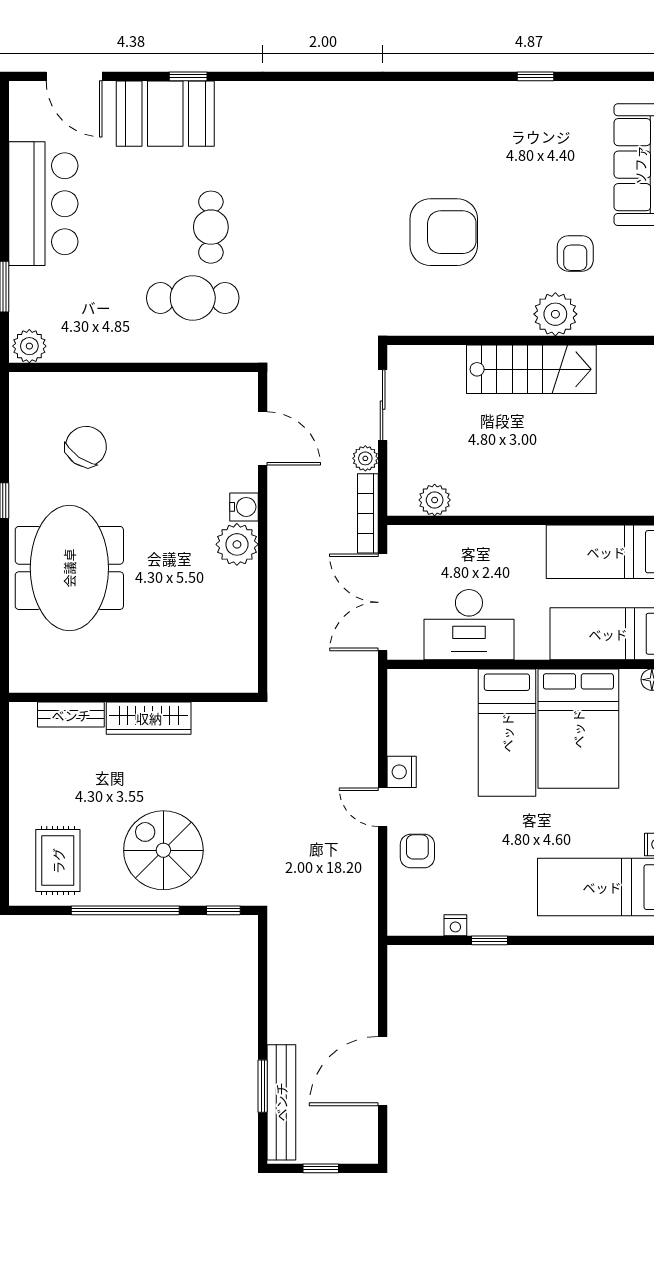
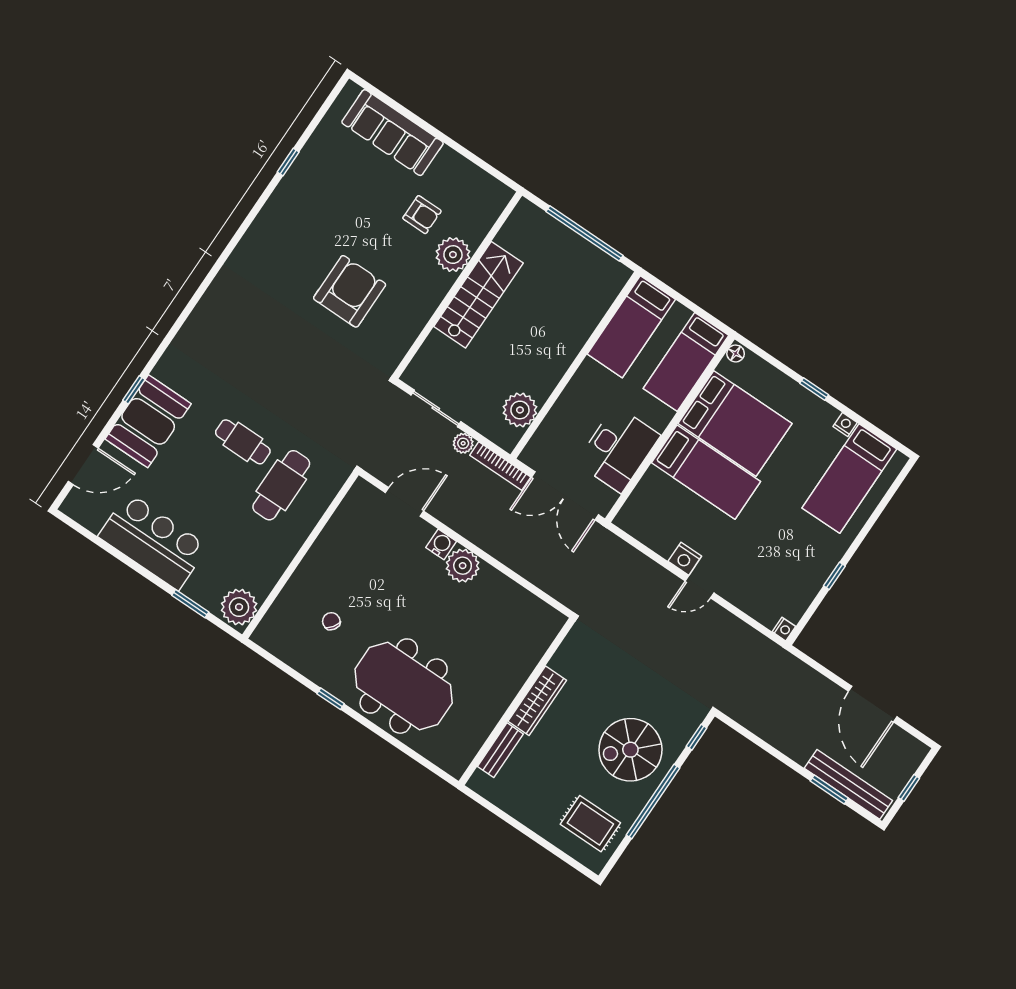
plant: (29, 346) -> (239, 607), width x1.36, depth x1.36
chair: (86, 447) -> (331, 621), width x0.54, depth x0.54
plant: (435, 500) -> (520, 410), width x1.36, depth x1.36
armchair: (417, 851) -> (744, 583), removed
nightstand: (455, 925) -> (784, 629), moved

